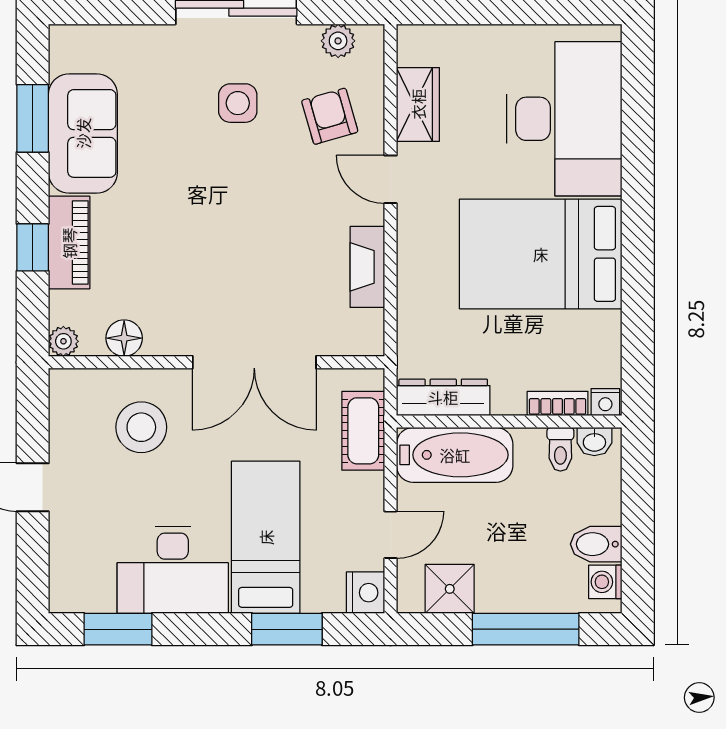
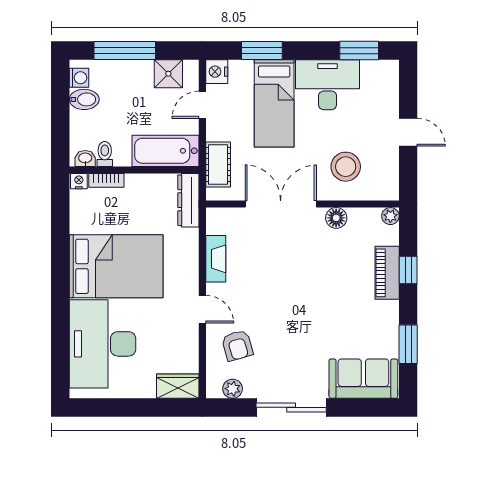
side table: (238, 103) -> (290, 353), removed
wardrobe: (418, 104) -> (178, 386), moved, turned 90
sofa: (83, 133) -> (363, 379), moved, turned 90
floor lamp: (124, 338) -> (336, 218), moved
dresser: (443, 397) -> (188, 200), moved, turned 90

